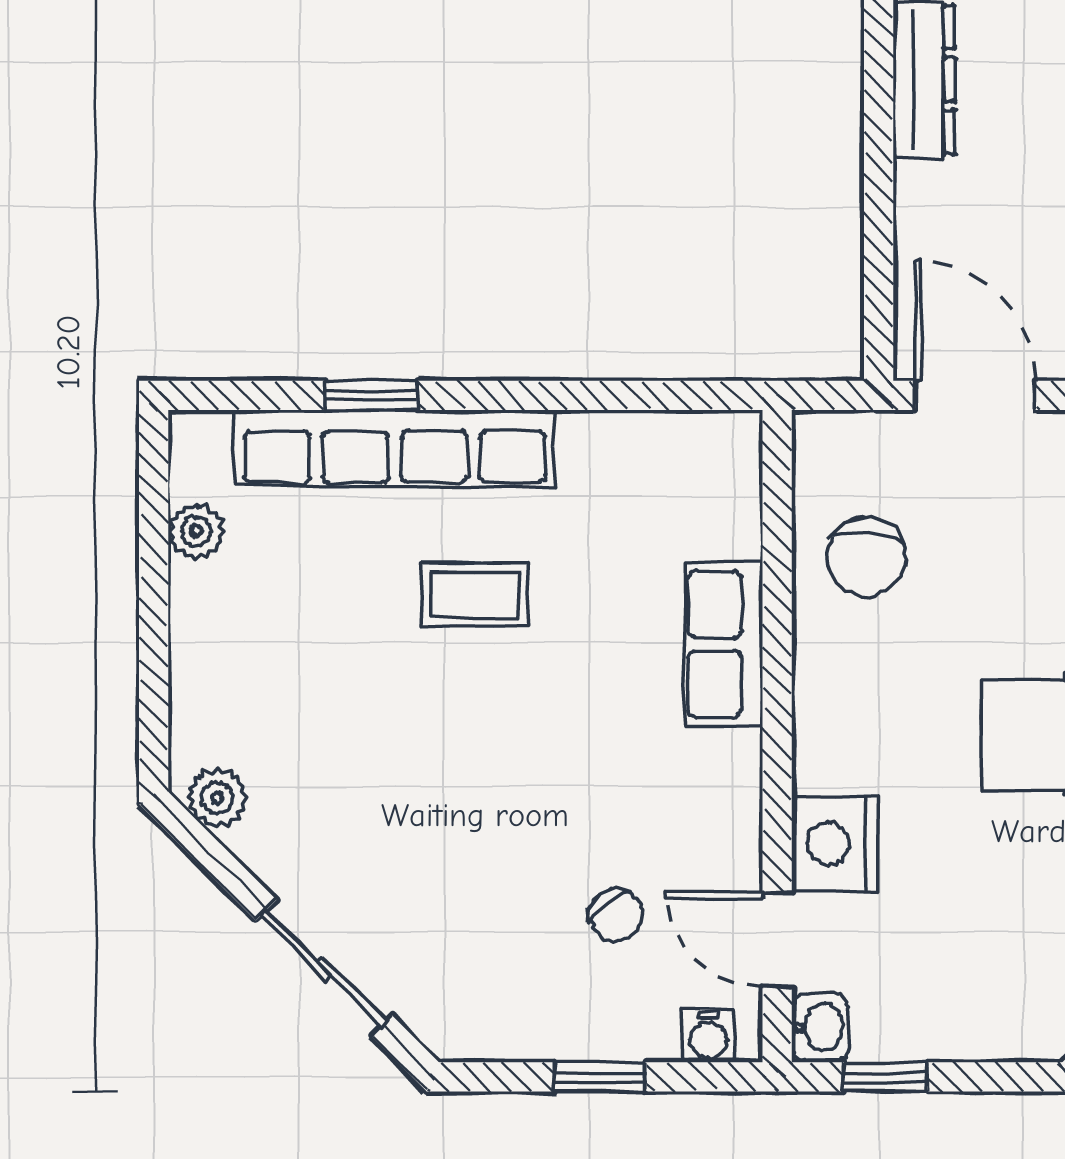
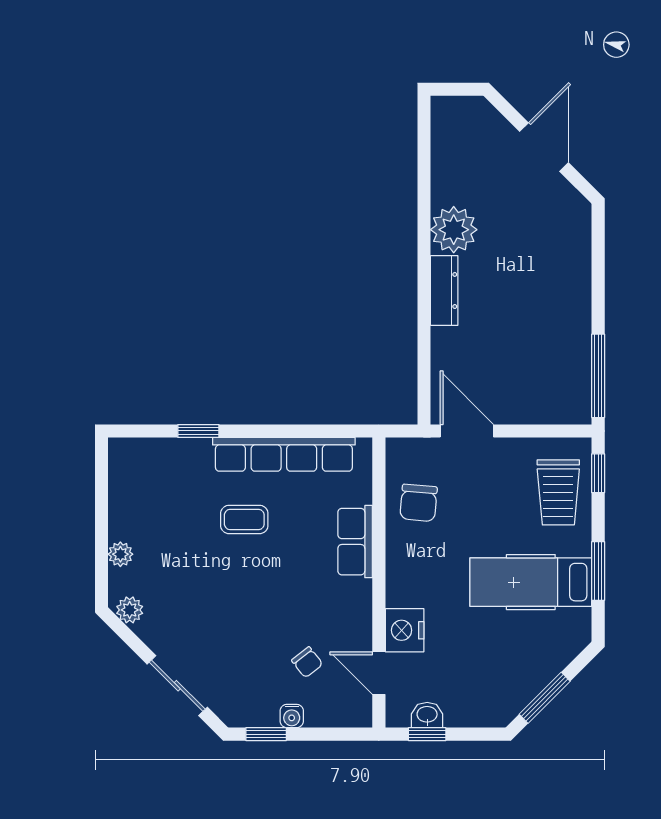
row of seats: (395, 448) -> (284, 454), moved
plant: (196, 531) -> (120, 554), moved
washbasin: (820, 1027) -> (427, 715), moved, turned -90
water cooler: (708, 1036) -> (292, 716), moved
window: (600, 1077) -> (266, 734), moved

